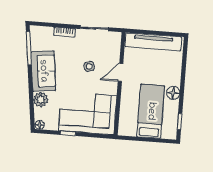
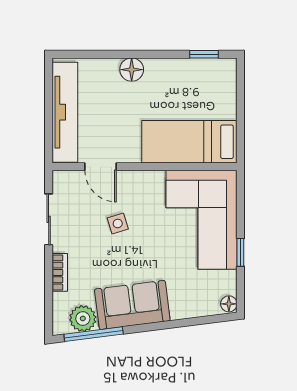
door: (121, 72) -> (101, 167), moved
floor lamp: (173, 93) -> (132, 70), moved
plant: (41, 100) -> (83, 319), moved
bed: (151, 111) -> (189, 142), moved

